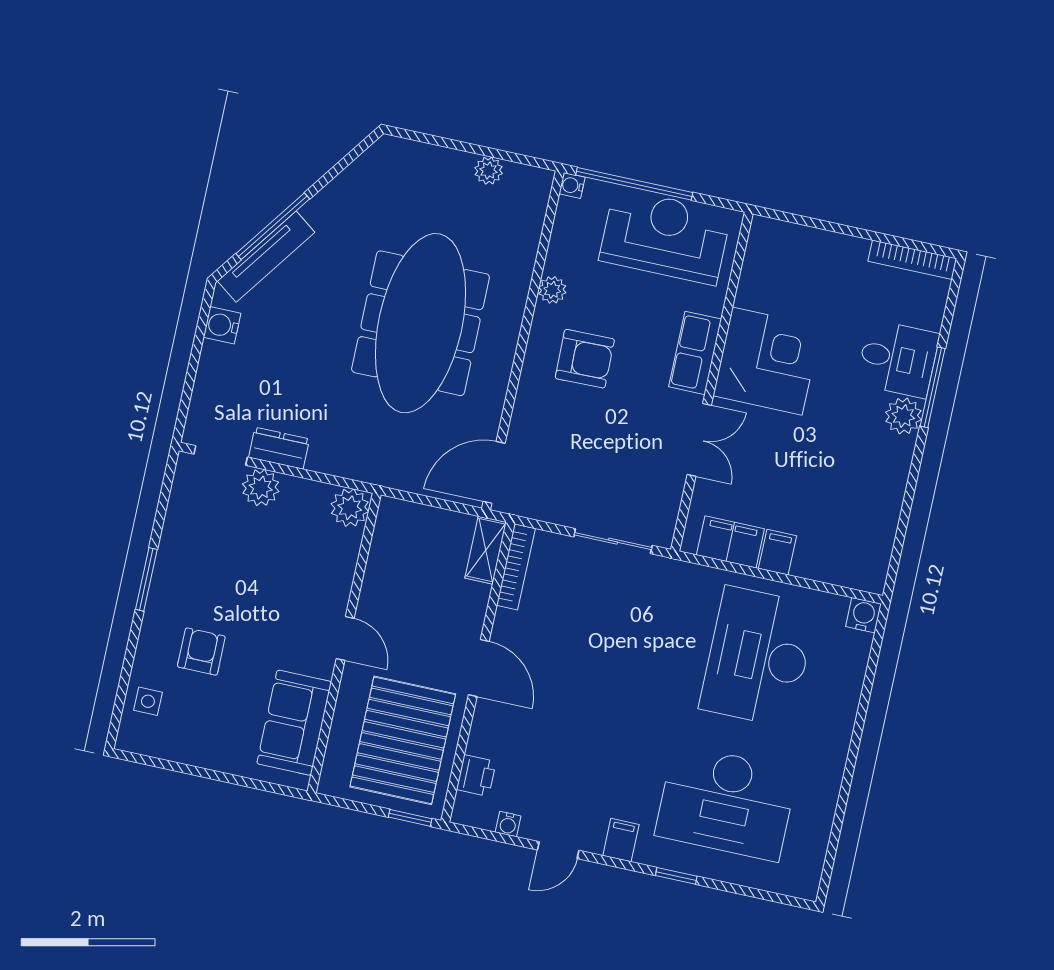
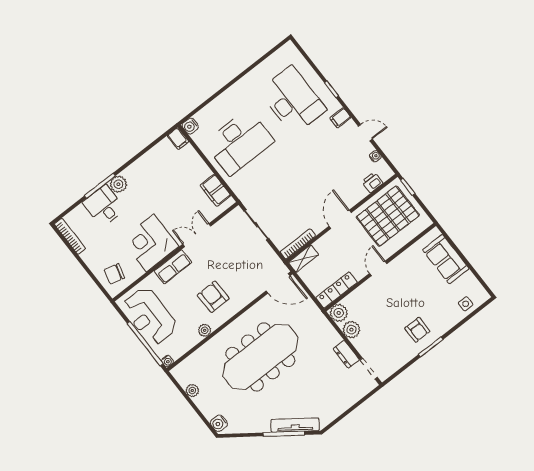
chair: (784, 259) -> (114, 274), added
water cooler: (222, 325) -> (219, 423), moved, turned 90
plant: (261, 488) -> (351, 330), moved
locker: (386, 543) -> (337, 290), added
filing cabinet: (778, 552) -> (178, 139), moved, turned -90
armchair: (201, 652) -> (417, 330), moved, turned -90
sofa: (294, 723) -> (446, 259), moved, turned 90

